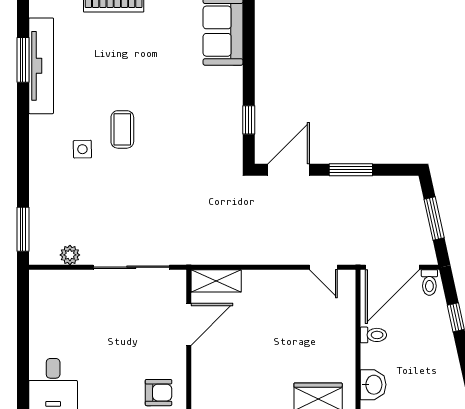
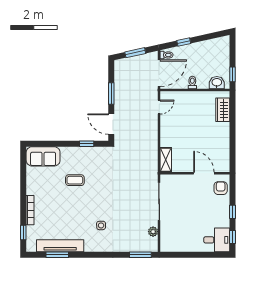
coffee table: (122, 129) -> (75, 180), moved
door: (392, 267) -> (159, 73), hinge flipped
door: (189, 324) -> (204, 173), moved

